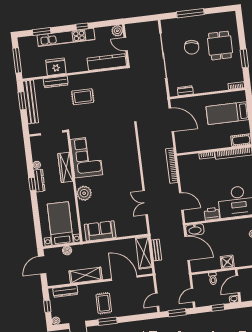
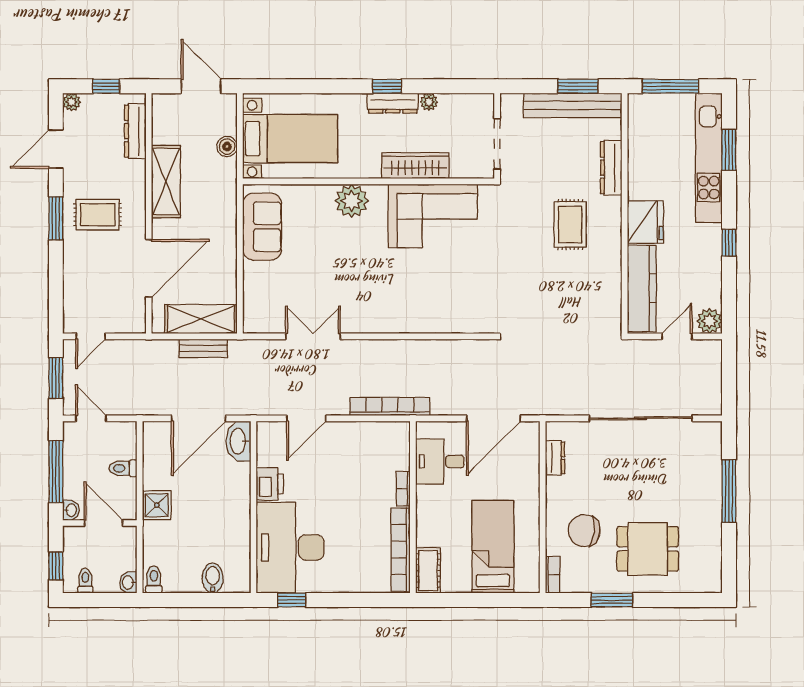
kitchen unit: (66, 37) -> (709, 158), moved
chair: (192, 47) -> (584, 531), moved
fridge: (56, 67) -> (645, 222), moved
desk: (193, 141) -> (440, 462), added
door: (157, 300) -> (91, 336), swing flipped
window: (218, 308) -> (56, 472), width x2.17

